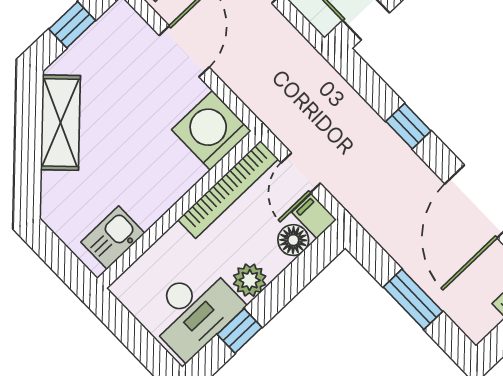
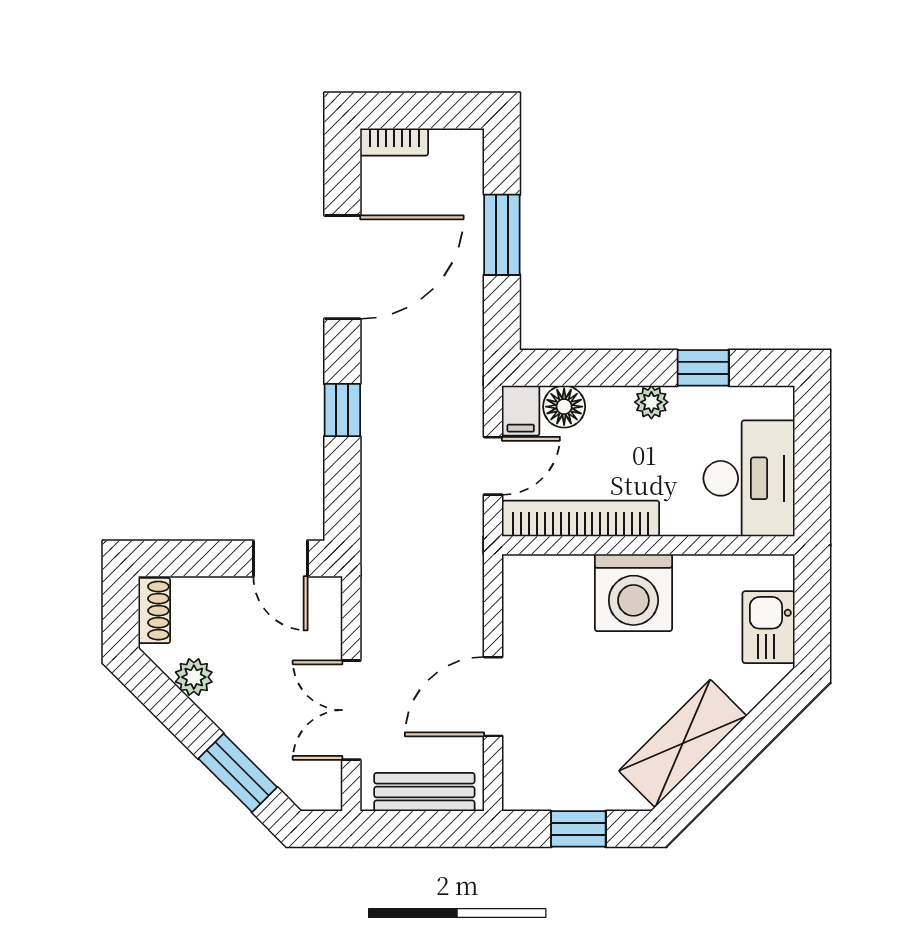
washing machine: (211, 130) -> (633, 593), moved
kitchen sink: (113, 238) -> (769, 627), moved, turned 90
plant: (250, 280) -> (651, 402), width x0.73, depth x0.73
desk: (194, 311) -> (749, 478), moved, turned 90

